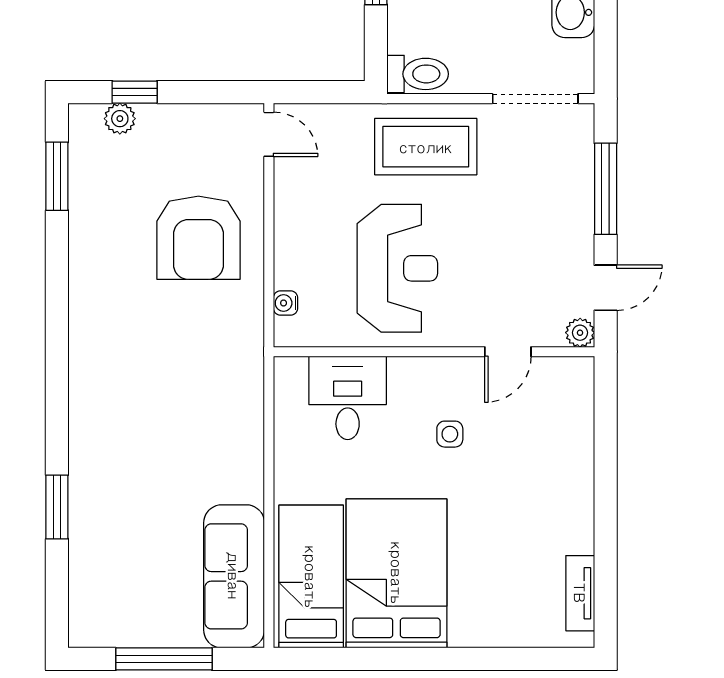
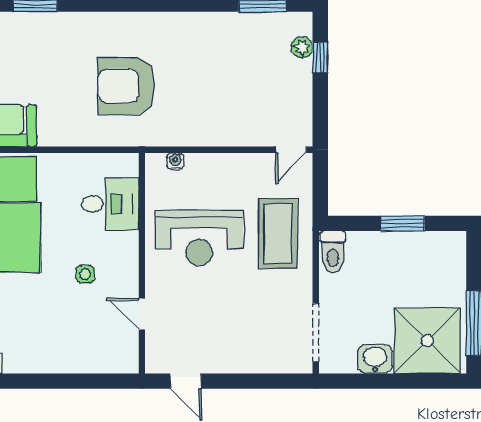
coffee table: (426, 147) -> (278, 233), moved
window: (606, 189) -> (254, 381), removed
armchair: (198, 238) -> (126, 86), moved
plant: (580, 333) -> (155, 364), removed

